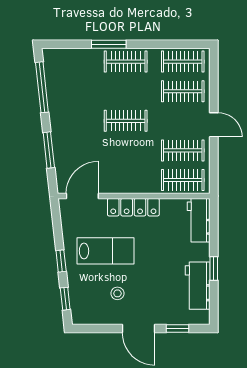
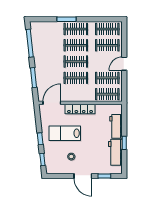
clothes rail: (126, 91) -> (76, 45), added
door: (214, 125) -> (124, 64), swing flipped
clothes rail: (126, 150) -> (76, 78), added
workbench: (199, 220) -> (116, 126), moved
lab bench: (106, 251) -> (65, 133), turned 180

